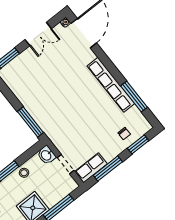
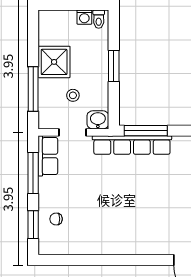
row of seats: (111, 85) -> (132, 145), moved, turned 180
window: (134, 97) -> (87, 260), removed
stool: (24, 173) -> (73, 95), moved

